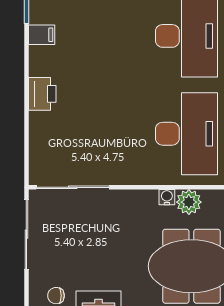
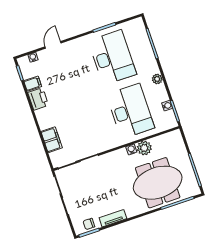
printer: (42, 94) -> (38, 99), moved
filing cabinet: (42, 137) -> (52, 140), added

